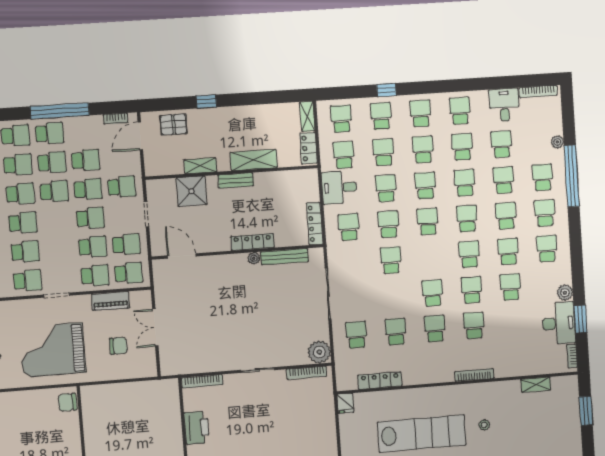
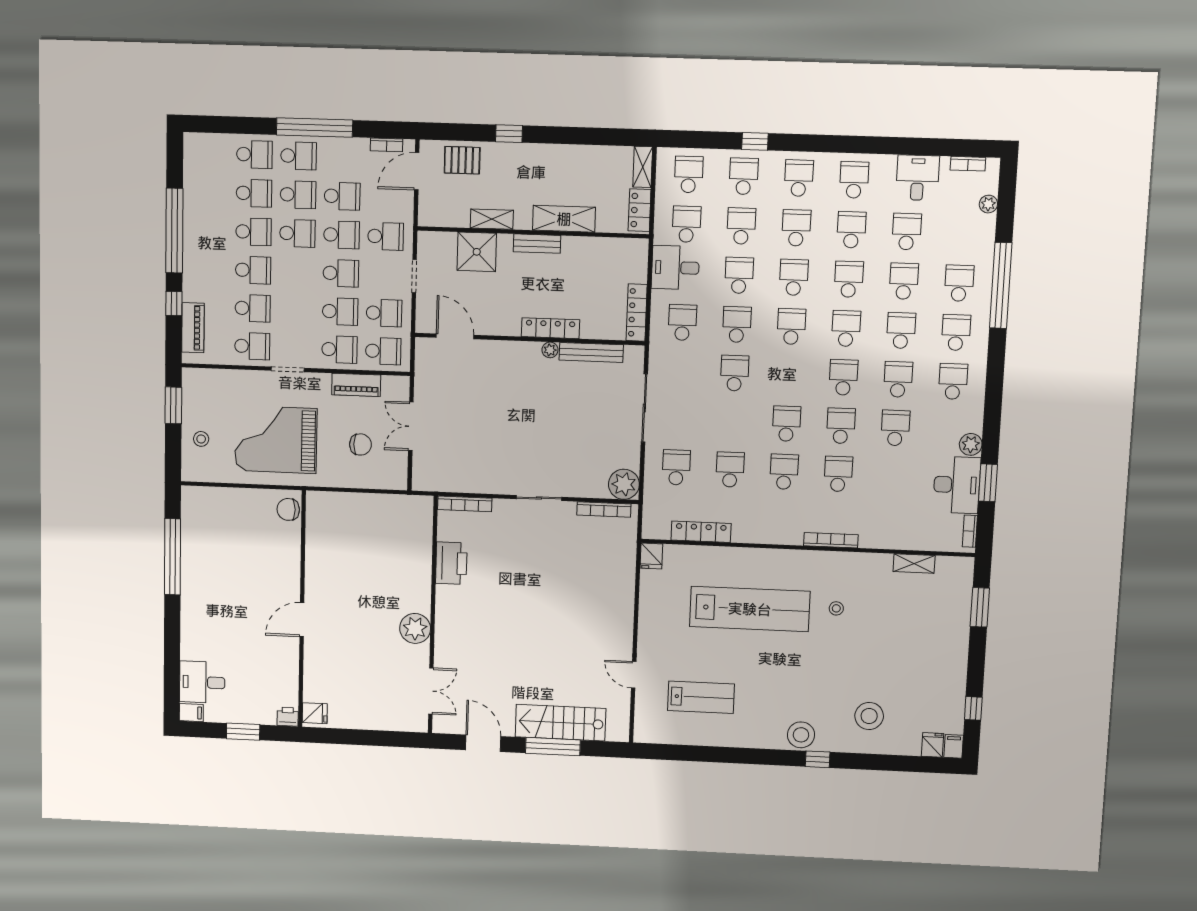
bookcase: (538, 91) -> (968, 164), width x0.64
plant: (557, 142) -> (988, 204), moved

